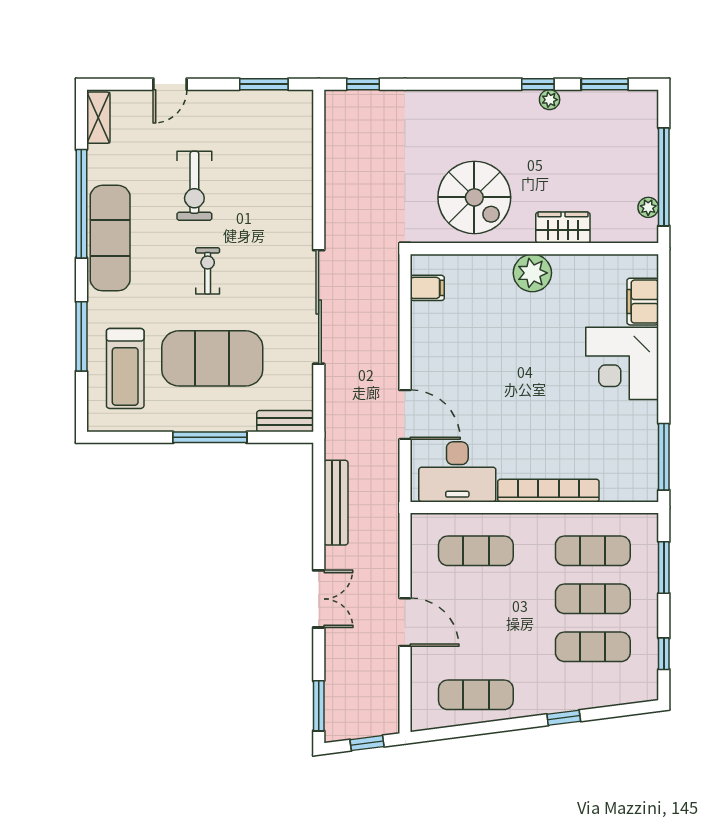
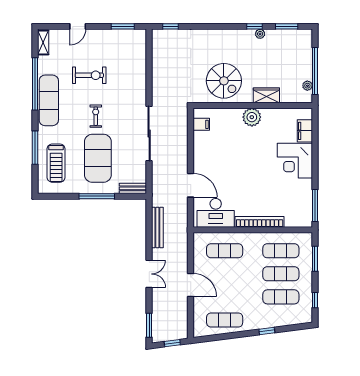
exercise bike: (194, 186) -> (89, 75), turned -90
exercise mat: (212, 358) -> (98, 158), turned 90

